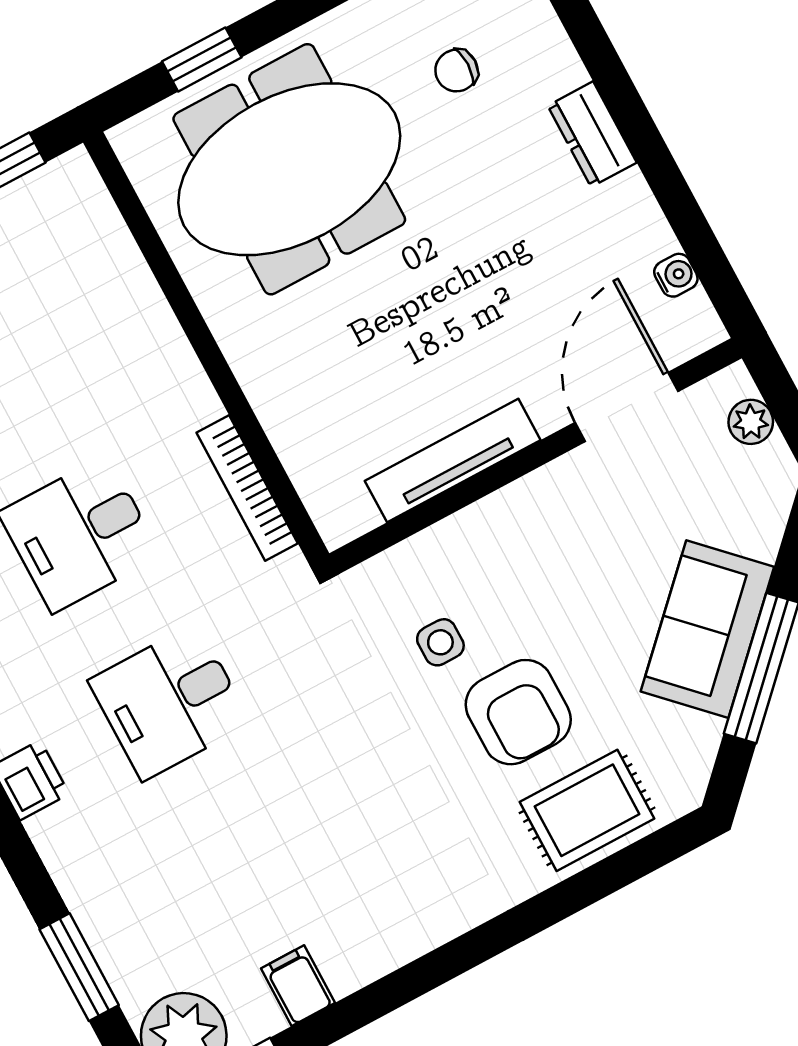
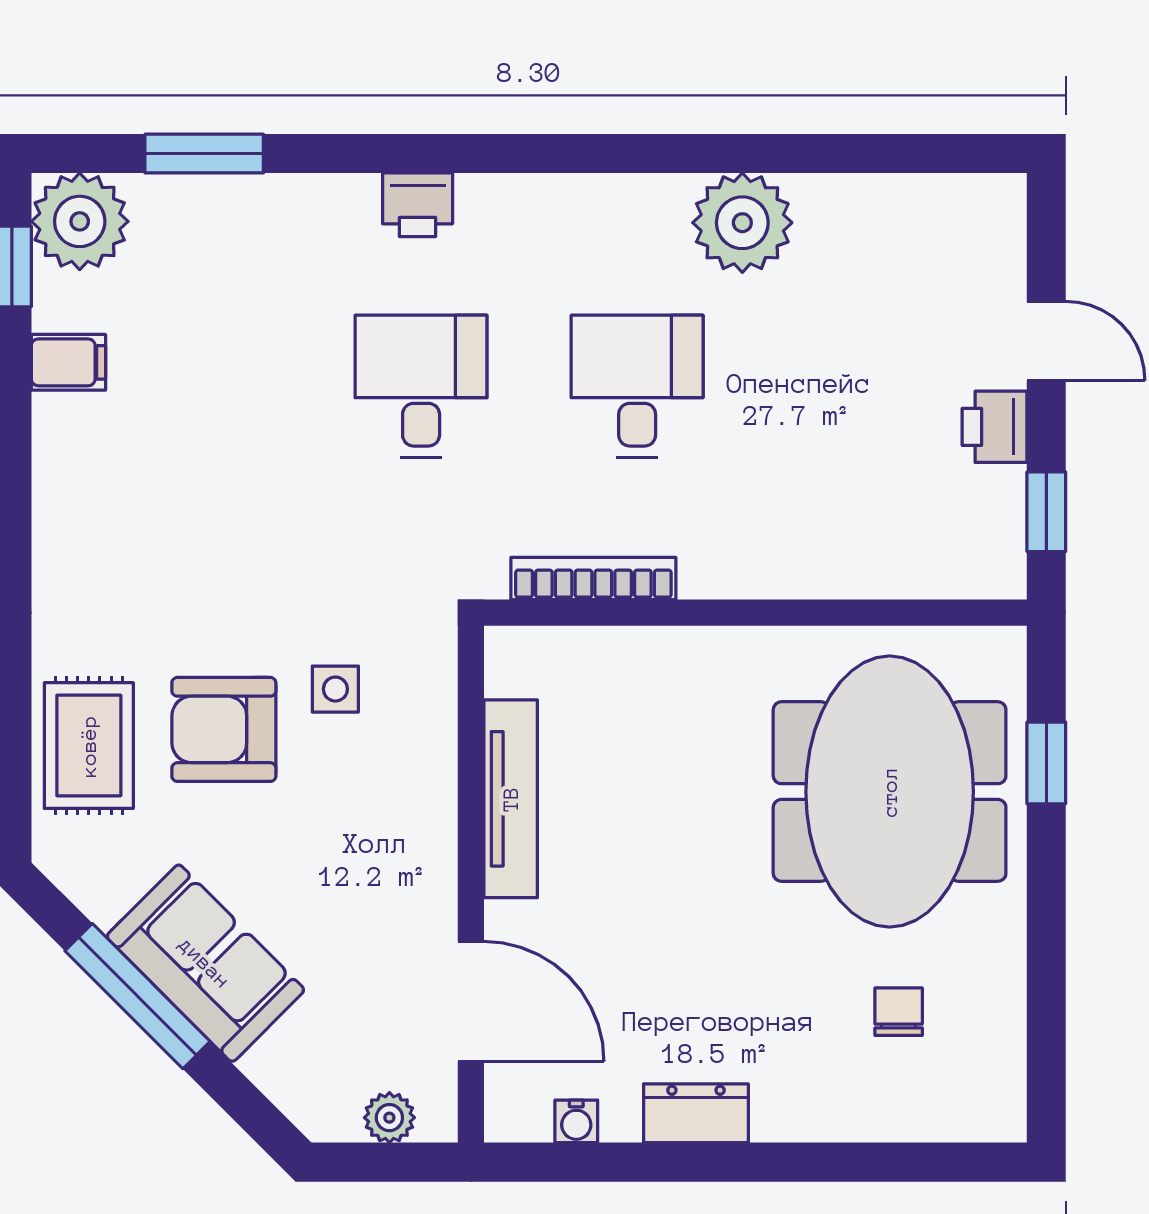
dresser: (592, 134) -> (696, 1113), moved

